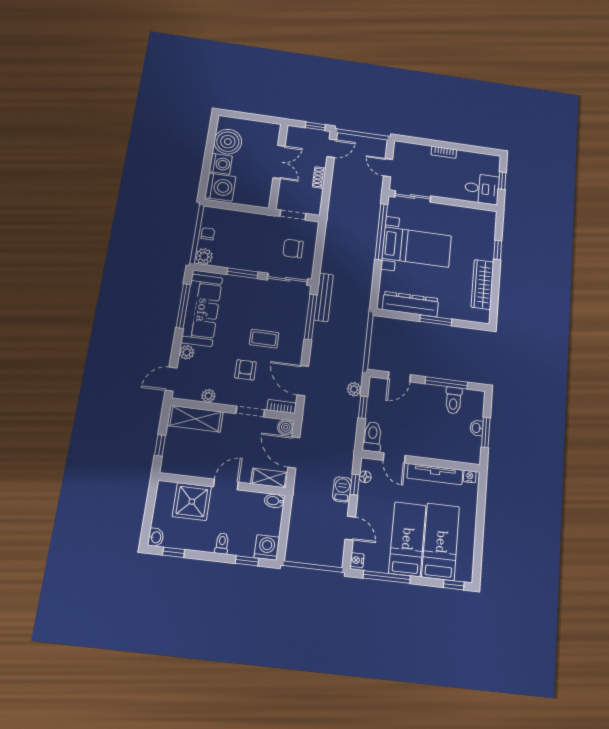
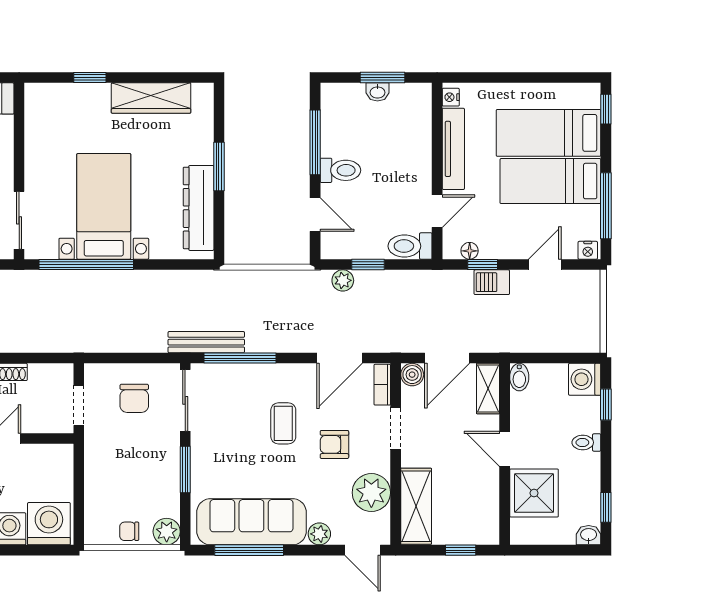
plant: (208, 396) -> (371, 493), width x1.87, depth x1.87
toilet: (453, 400) -> (340, 170), moved

